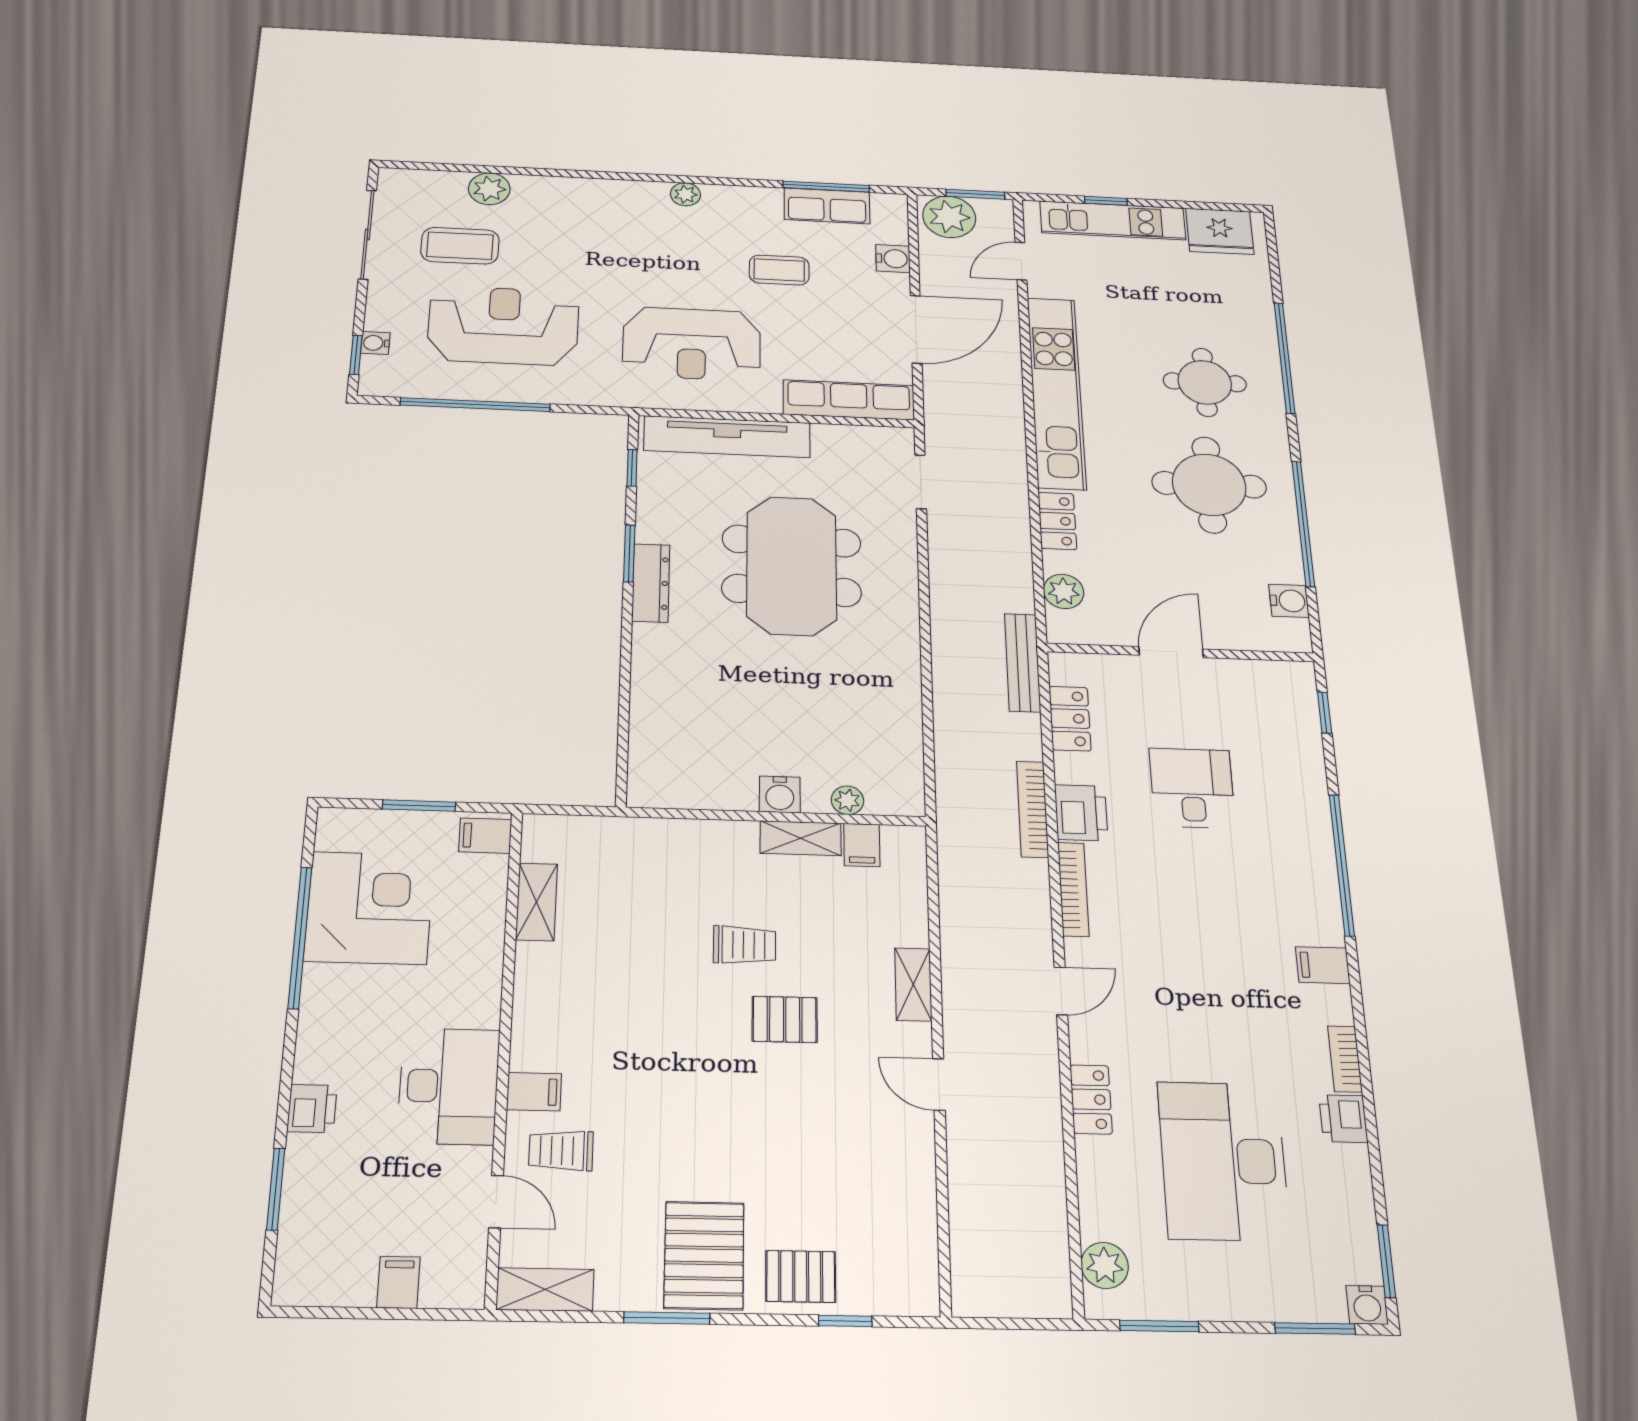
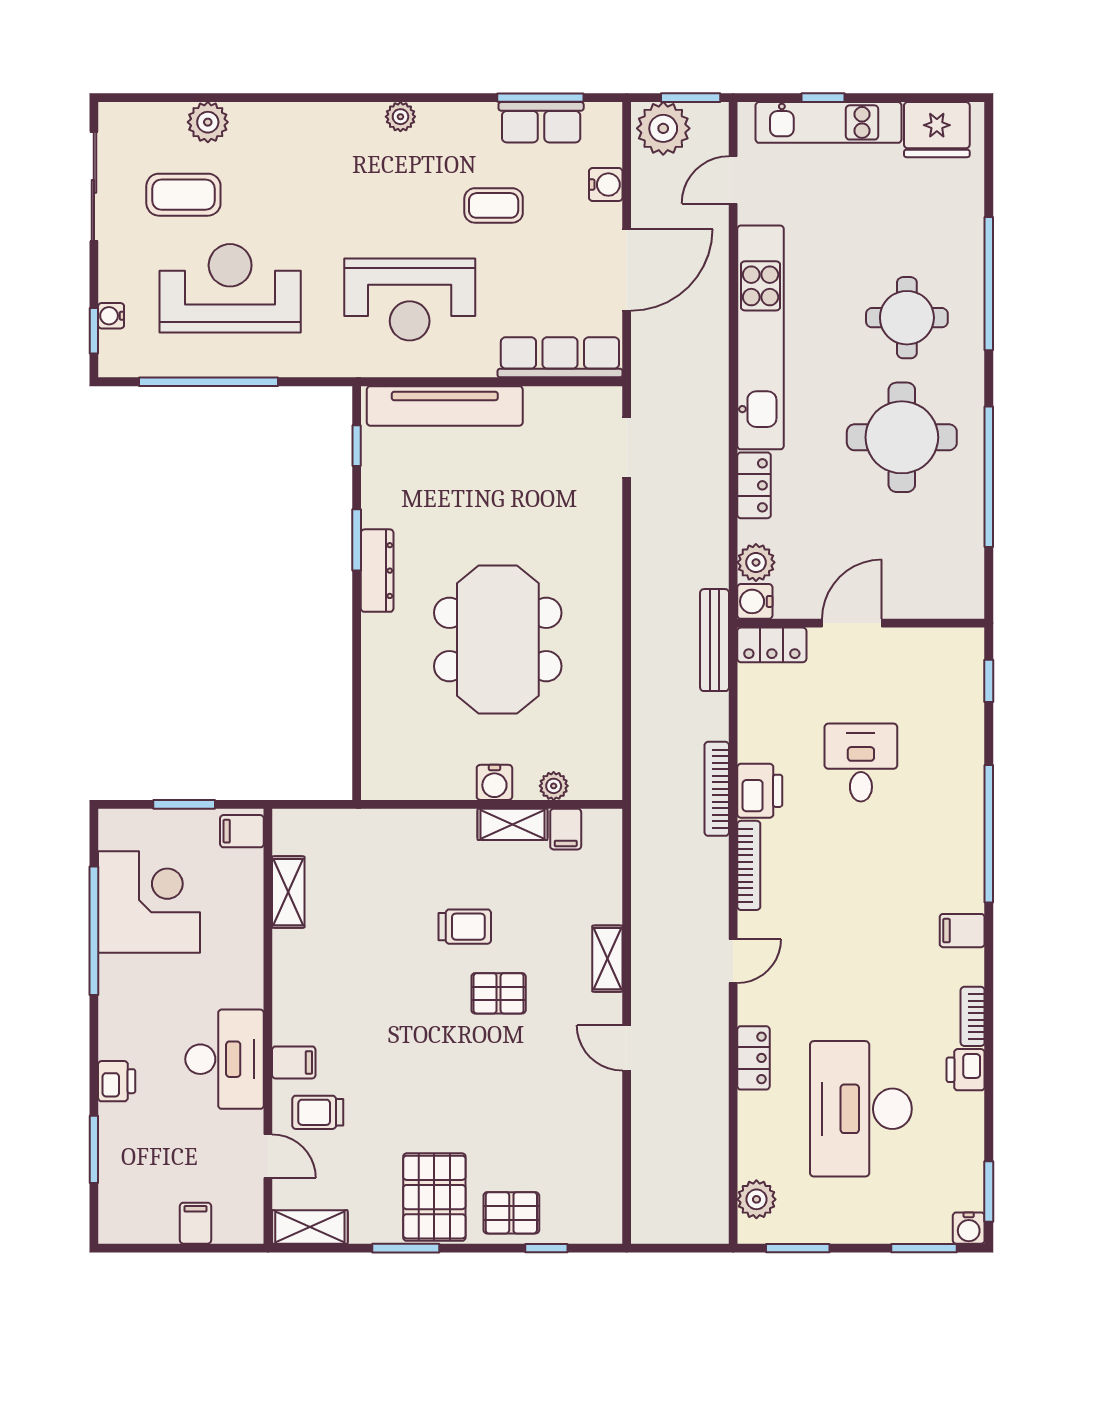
meeting table: (792, 566) -> (498, 639), moved
water cooler: (1289, 601) -> (755, 601), moved, turned 180
locker: (1070, 719) -> (772, 645), moved, turned 90

